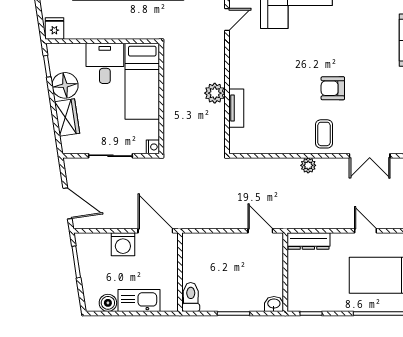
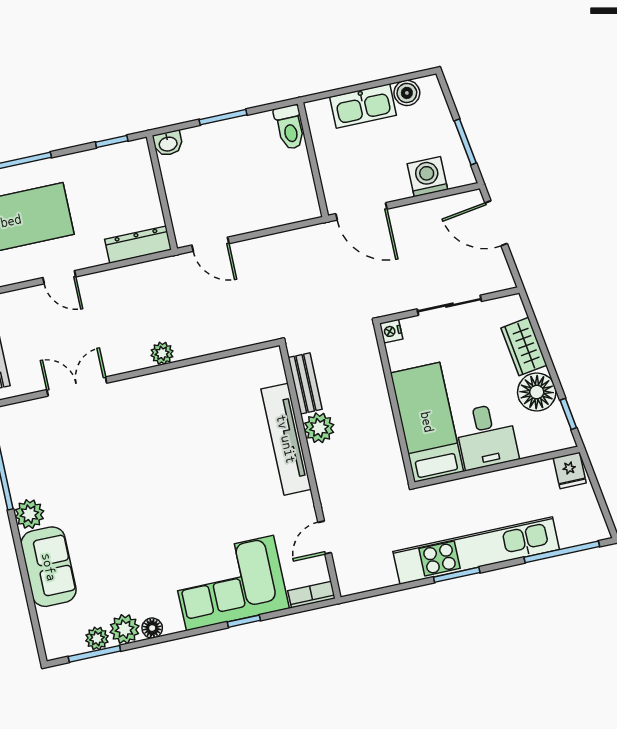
armchair: (333, 88) -> (151, 472), removed
tv unit: (236, 108) -> (286, 439), width x1.92, depth x1.29
bench: (218, 125) -> (305, 383), added
coffee table: (324, 134) -> (149, 403), removed
washing machine: (123, 244) -> (427, 177), moved

